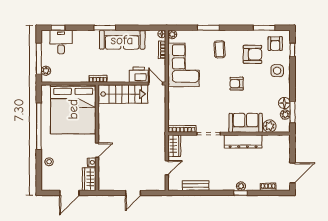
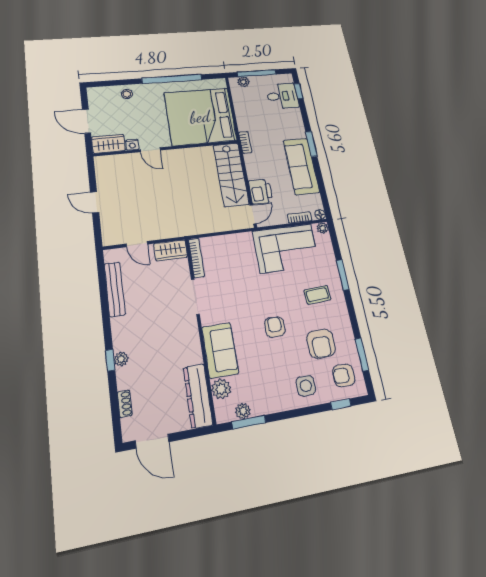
floor lamp: (284, 103) -> (260, 406), removed
dresser: (243, 141) -> (198, 396), moved
bench: (196, 186) -> (115, 289), width x1.36

